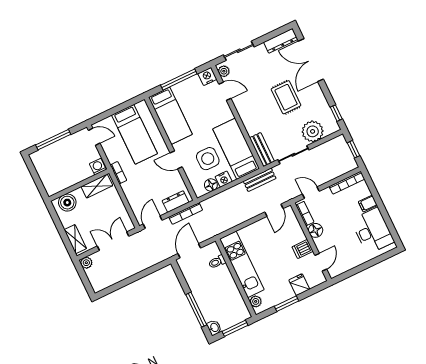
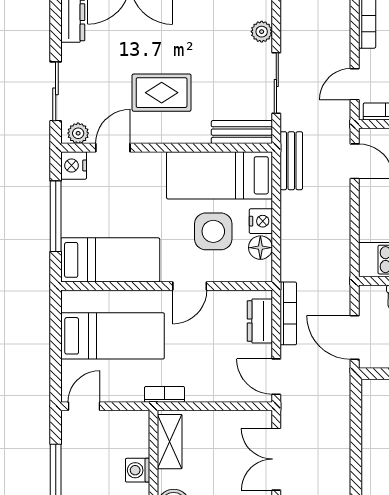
rug: (286, 97) -> (162, 93), moved
plant: (313, 131) -> (262, 32), width x0.53, depth x0.53
washing machine: (98, 167) -> (138, 470), moved

